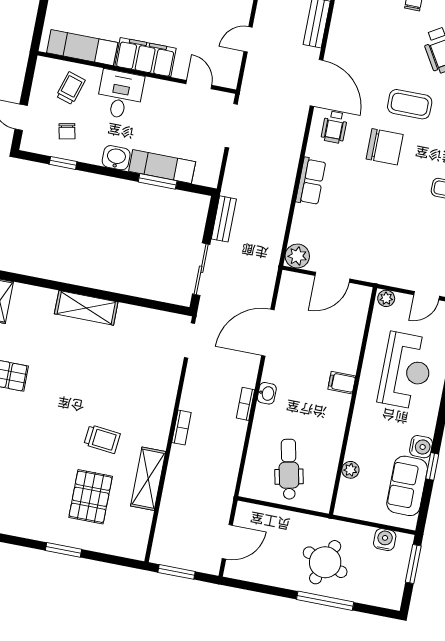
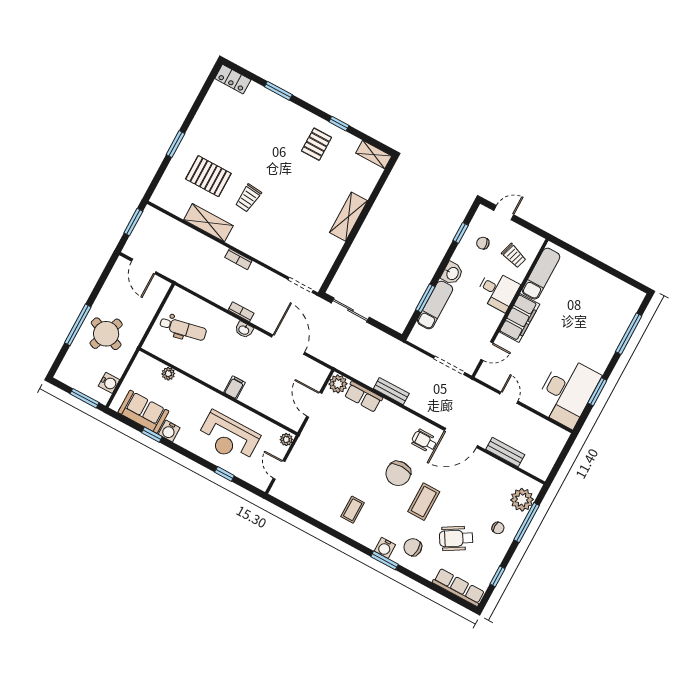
row of seats: (311, 181) -> (363, 397), moved
bench: (224, 219) -> (391, 391), moved

